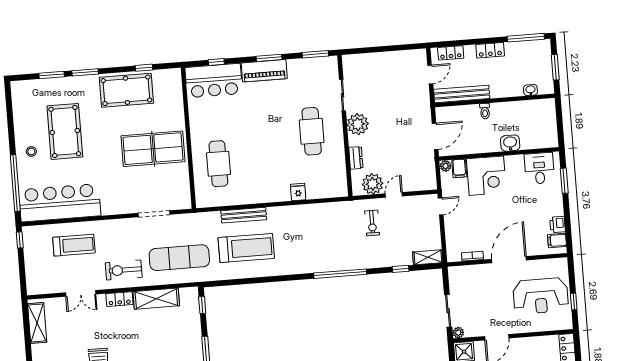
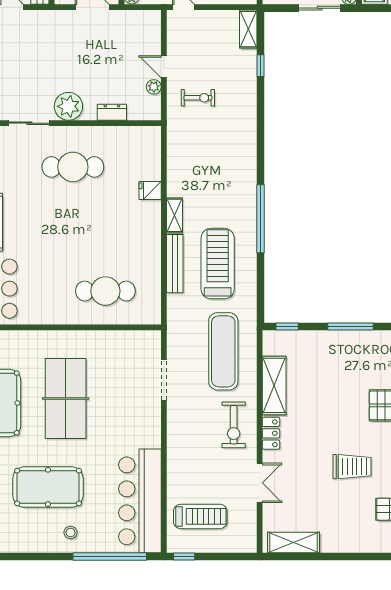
table tennis table: (153, 149) -> (66, 399), moved
plant: (373, 184) -> (154, 87), width x0.53, depth x0.53
shelving: (281, 212) -> (174, 215), added
treadmill: (74, 245) -> (200, 516), moved, turned 90
window: (340, 274) -> (260, 219), moved

